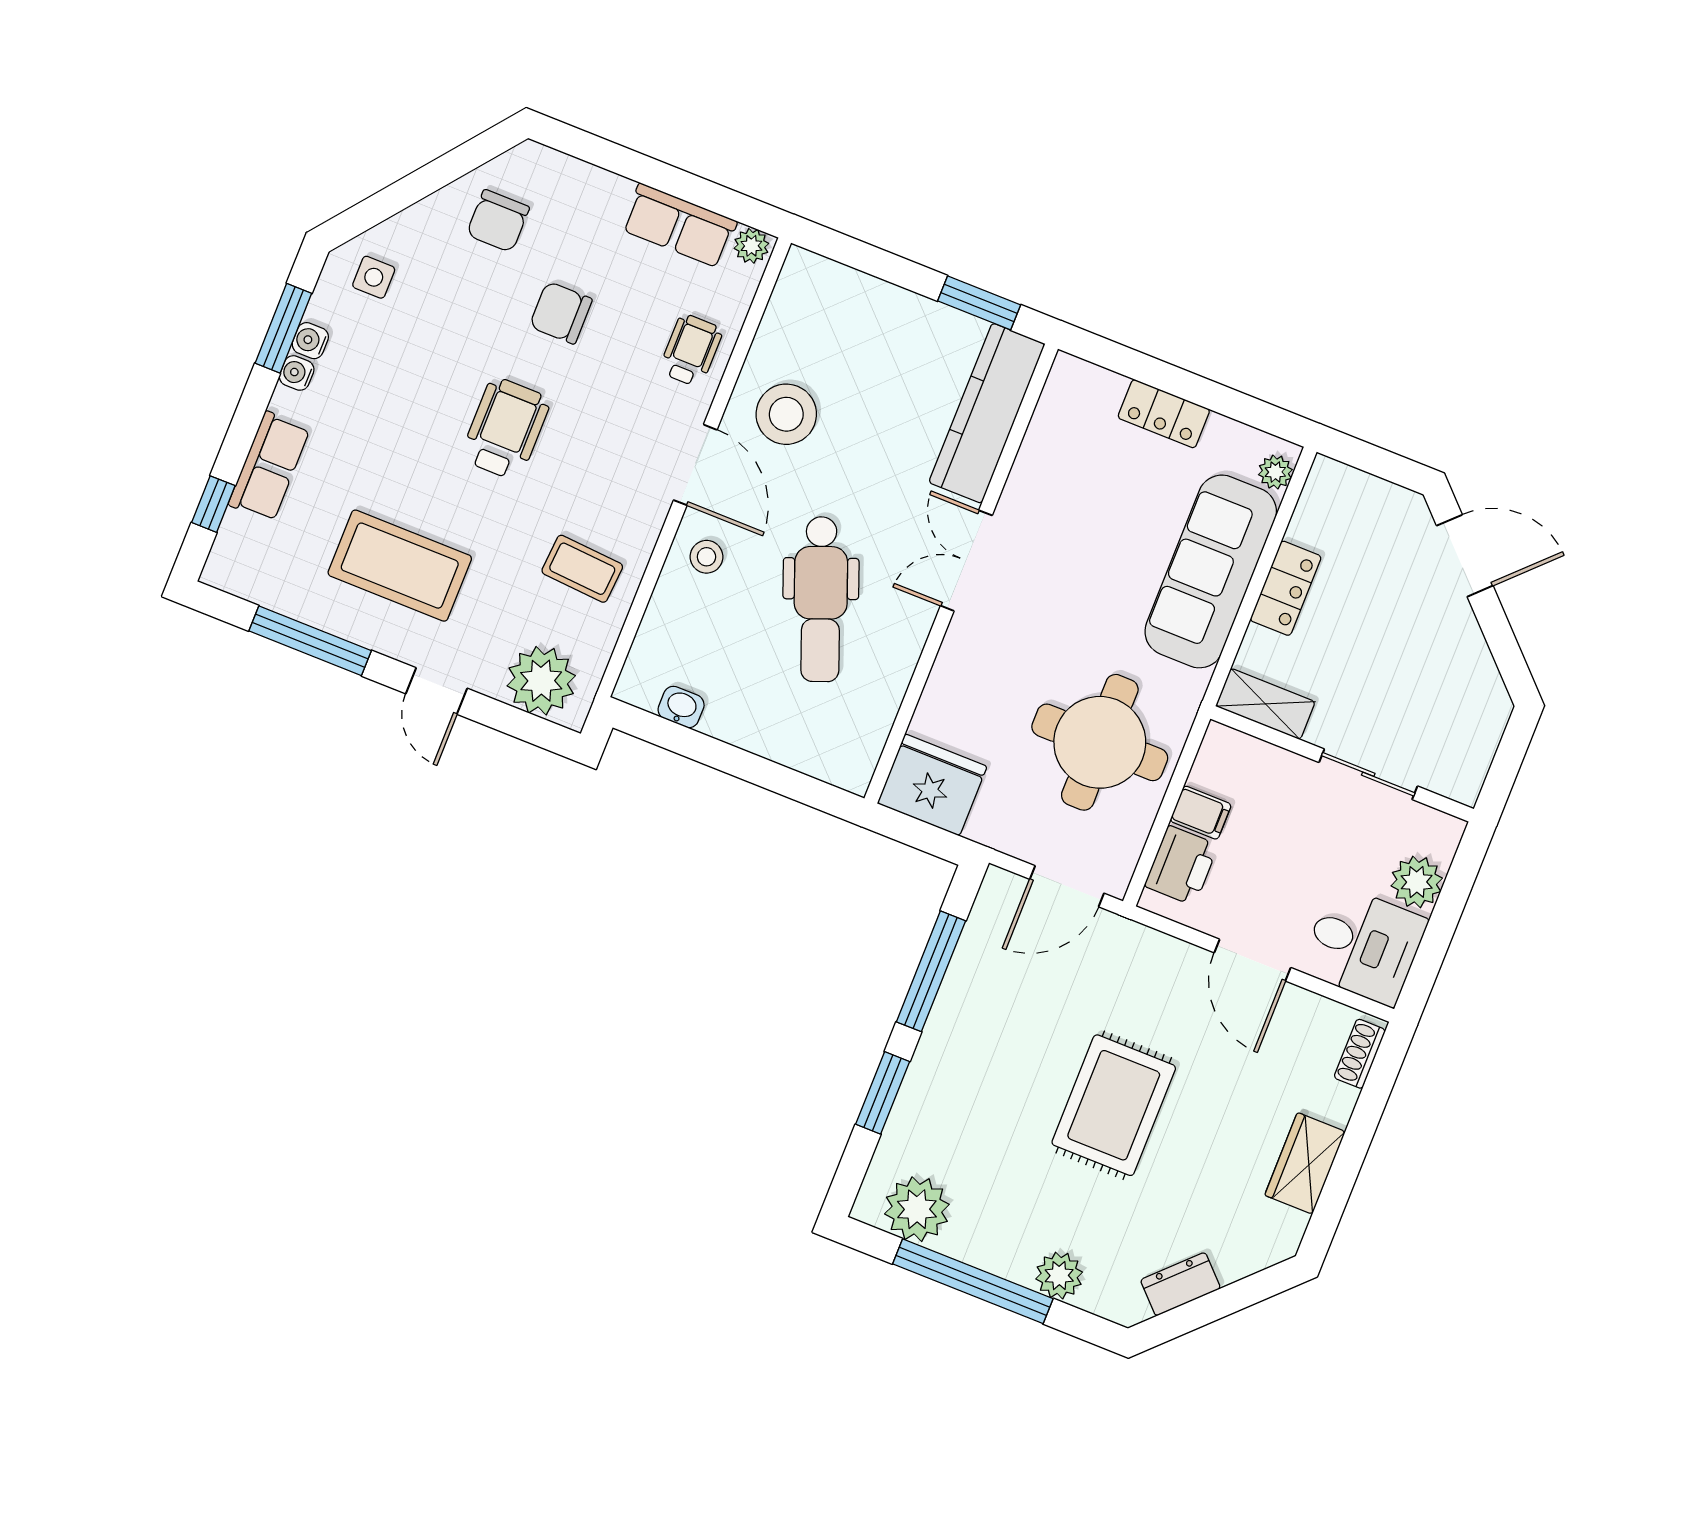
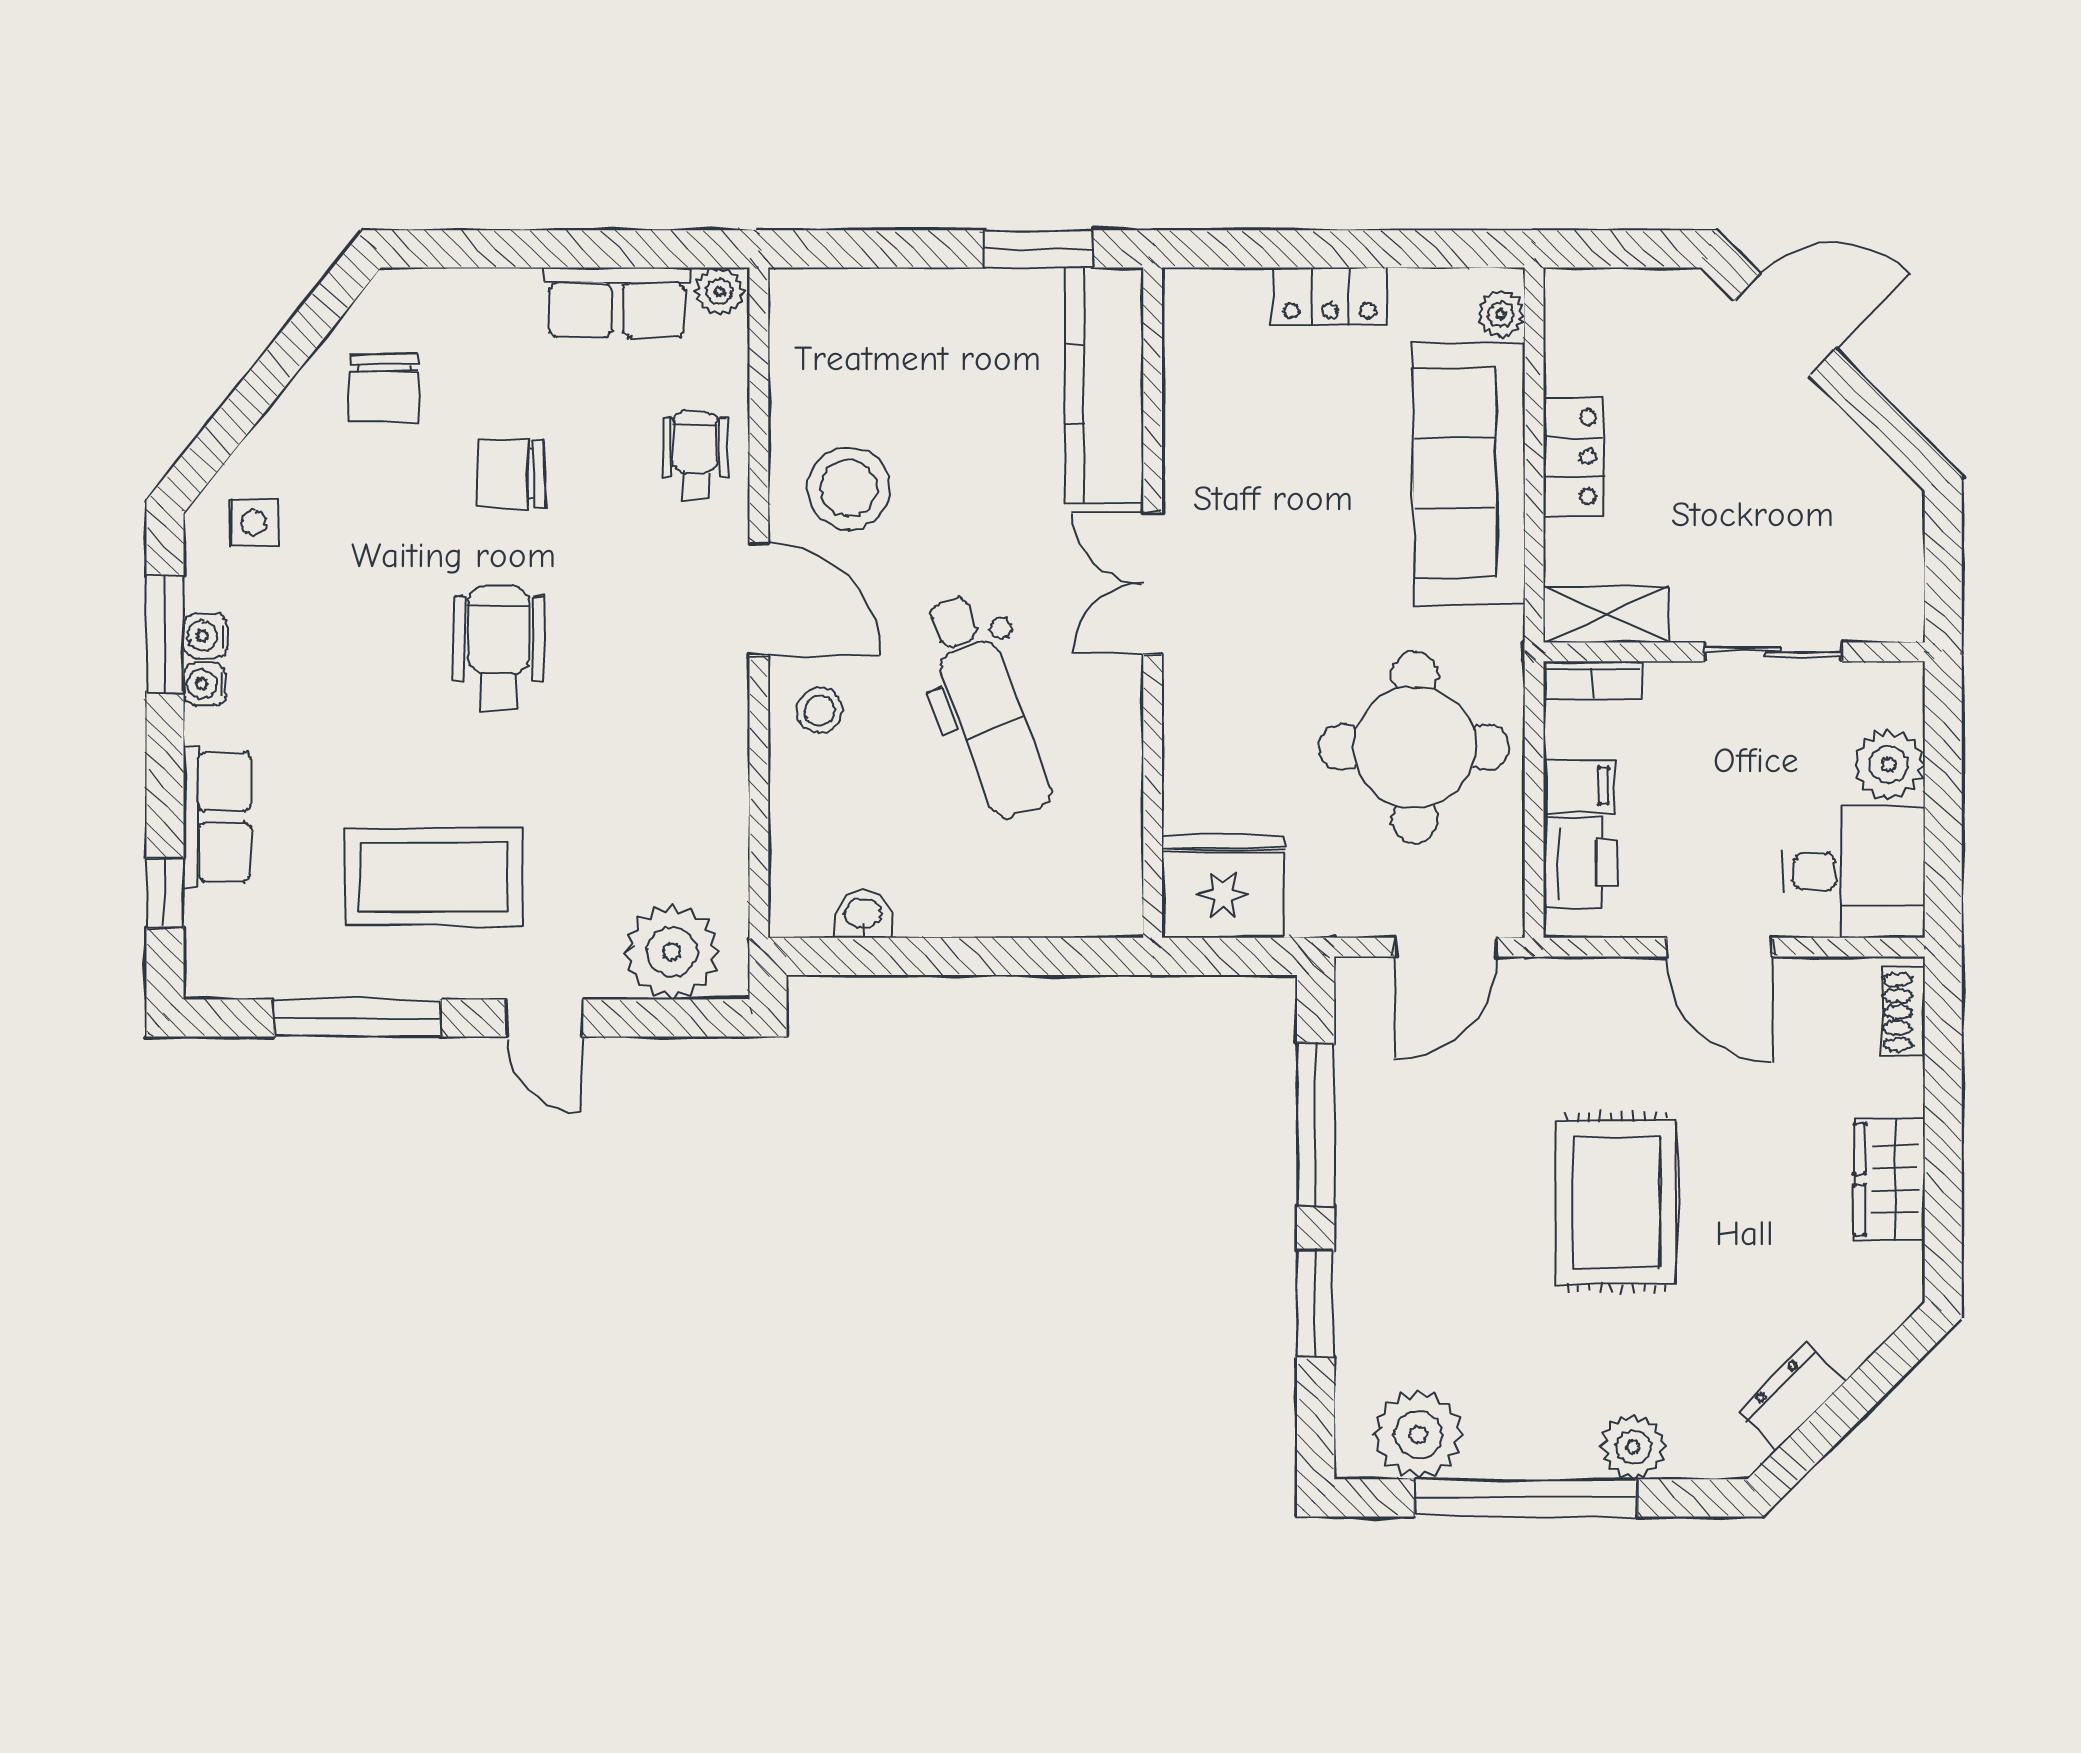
coffee table: (582, 569) -> (668, 788), removed
bookcase: (1238, 745) -> (1592, 680), added

